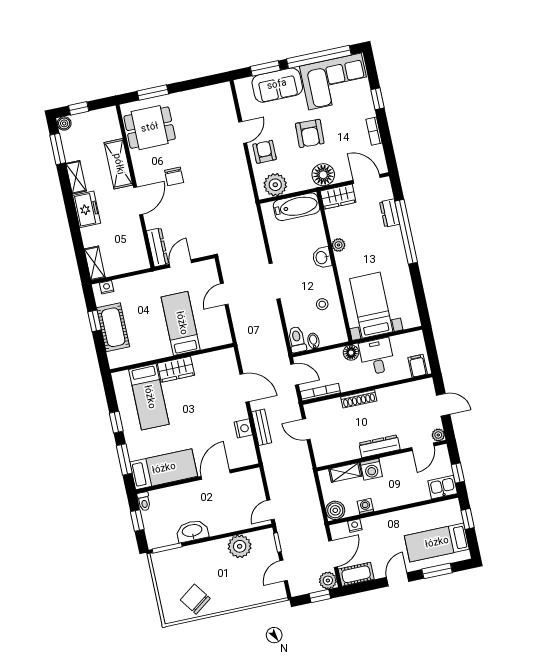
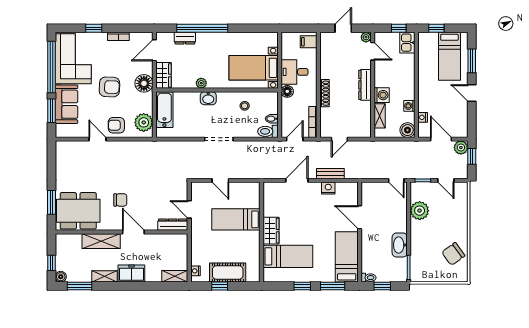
dining table: (150, 128) -> (78, 211), width x1.37
cot: (356, 574) -> (461, 124), removed

